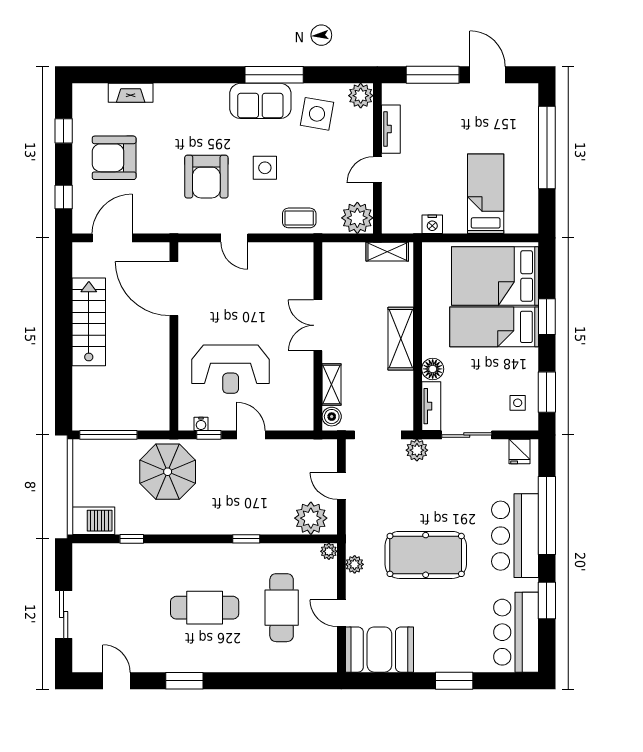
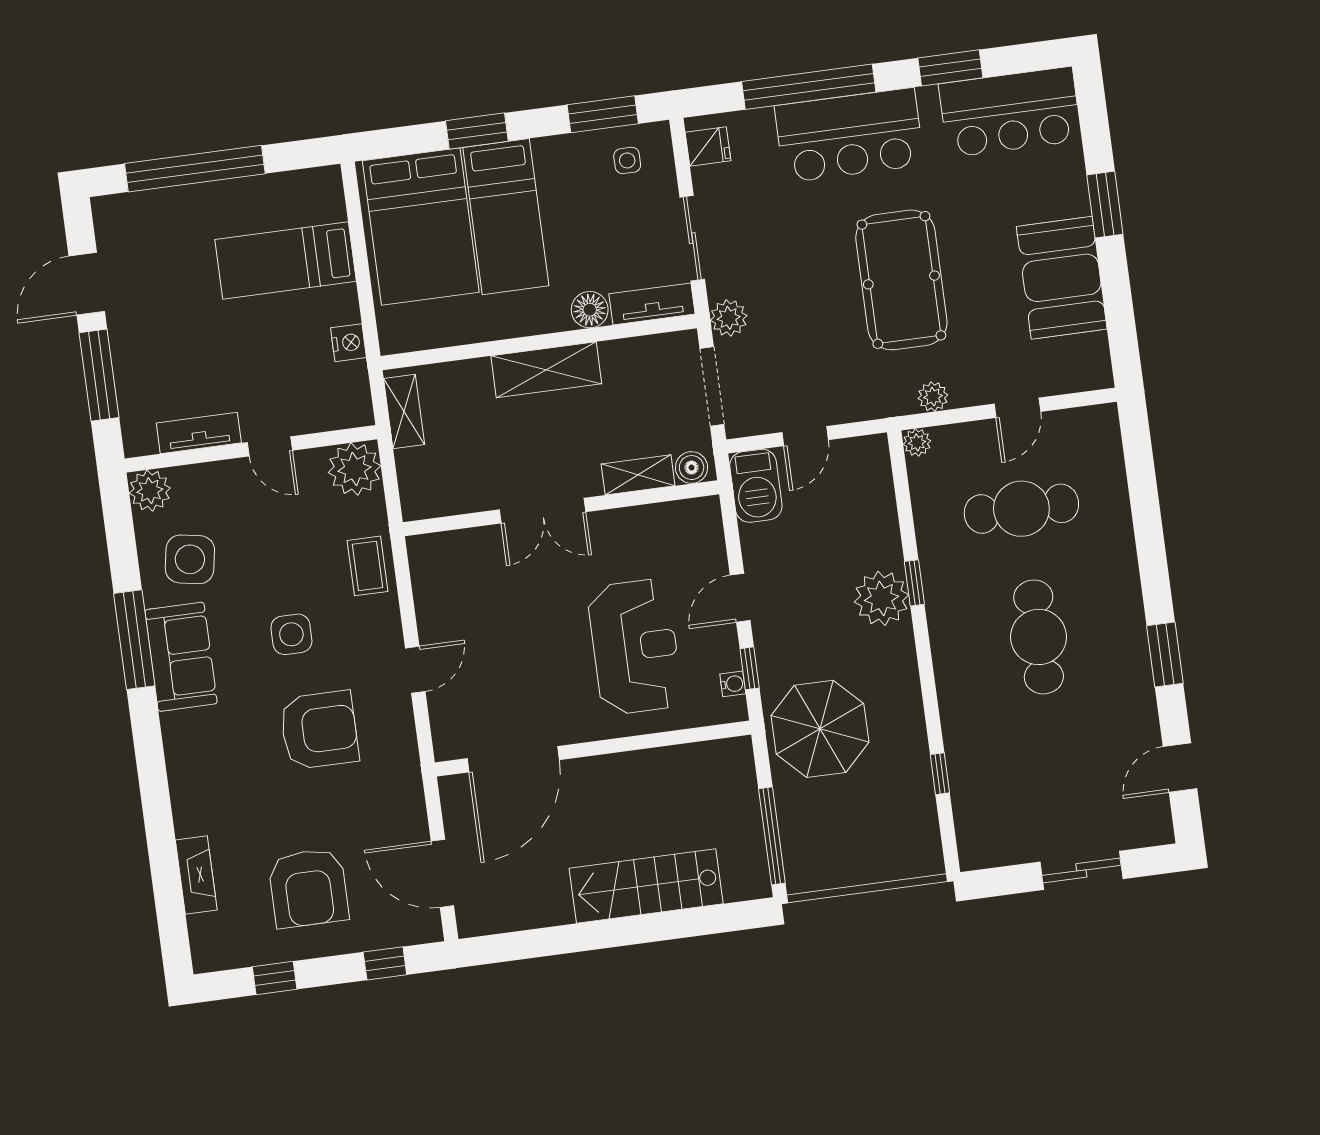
stairs: (89, 322) -> (646, 886), moved
plant: (311, 518) -> (882, 598), moved
barbecue: (93, 521) -> (756, 486), moved, turned 180
booth: (379, 650) -> (1062, 278), moved

